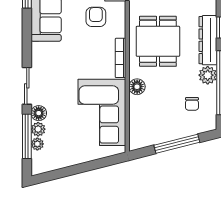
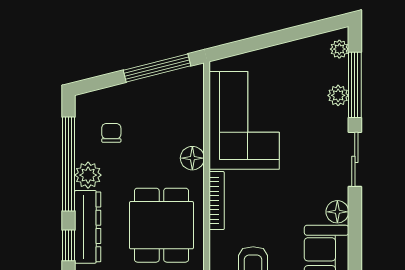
floor lamp: (39, 113) -> (337, 212), moved
plant: (37, 144) -> (339, 49), moved
window: (177, 144) -> (157, 68), moved

